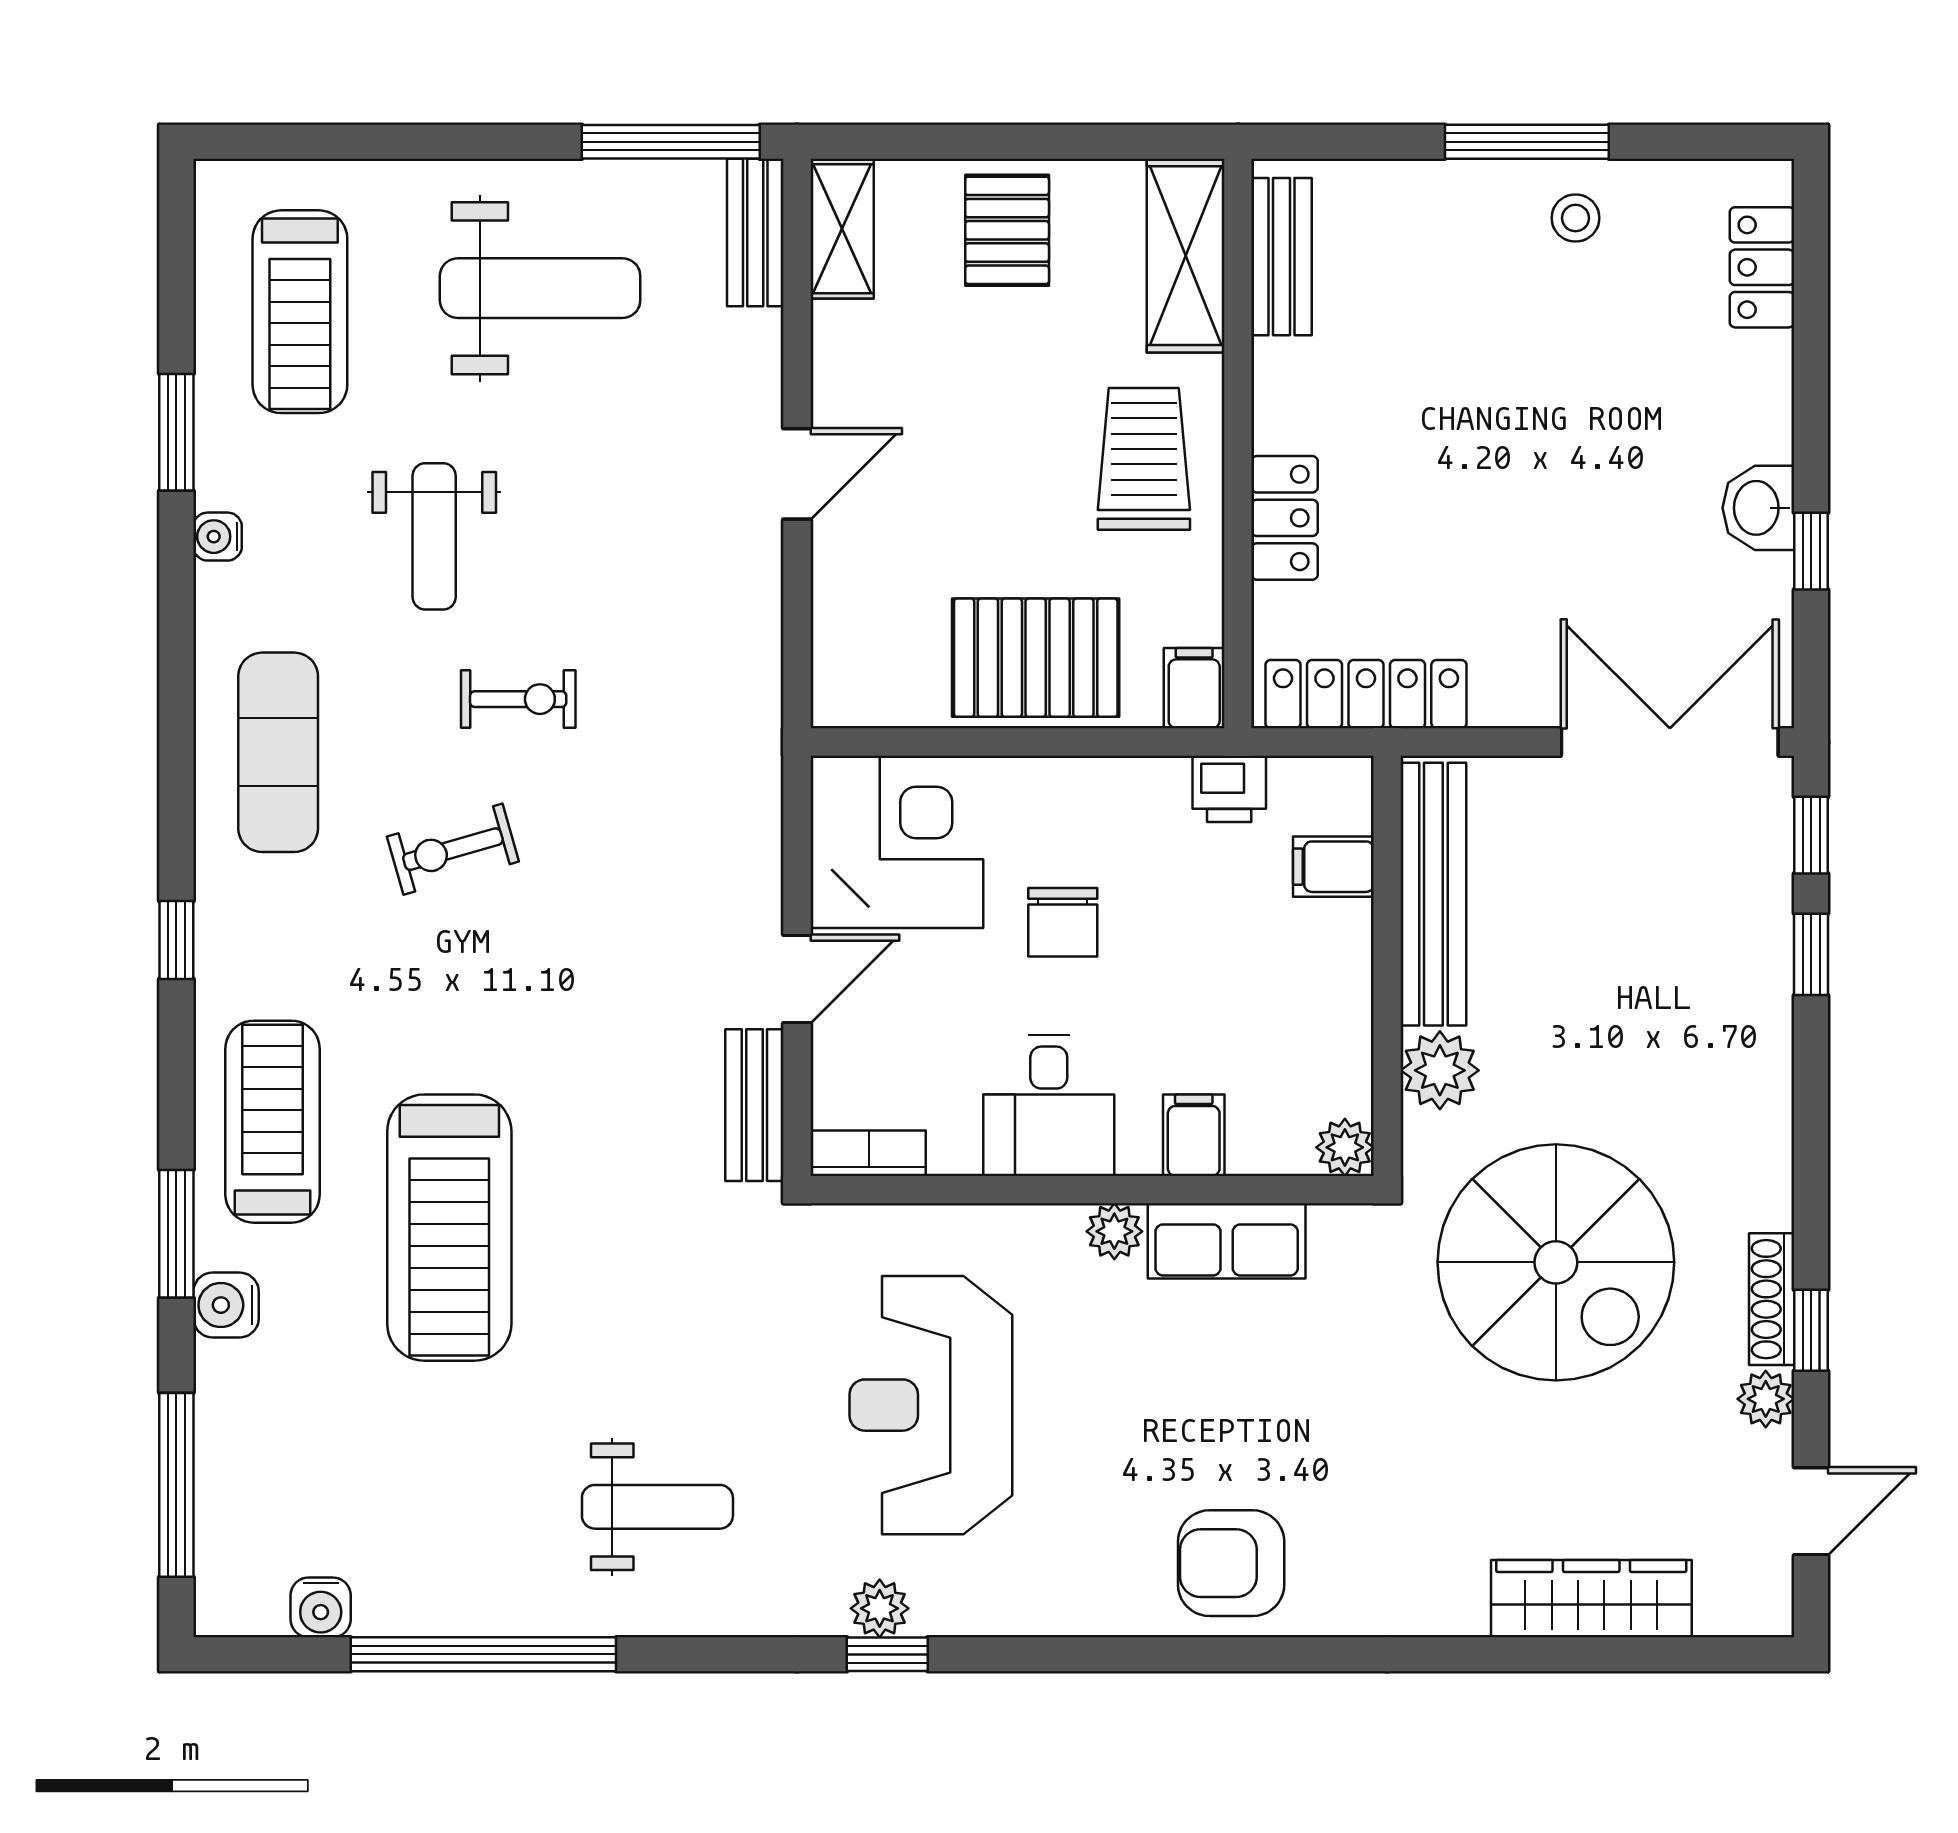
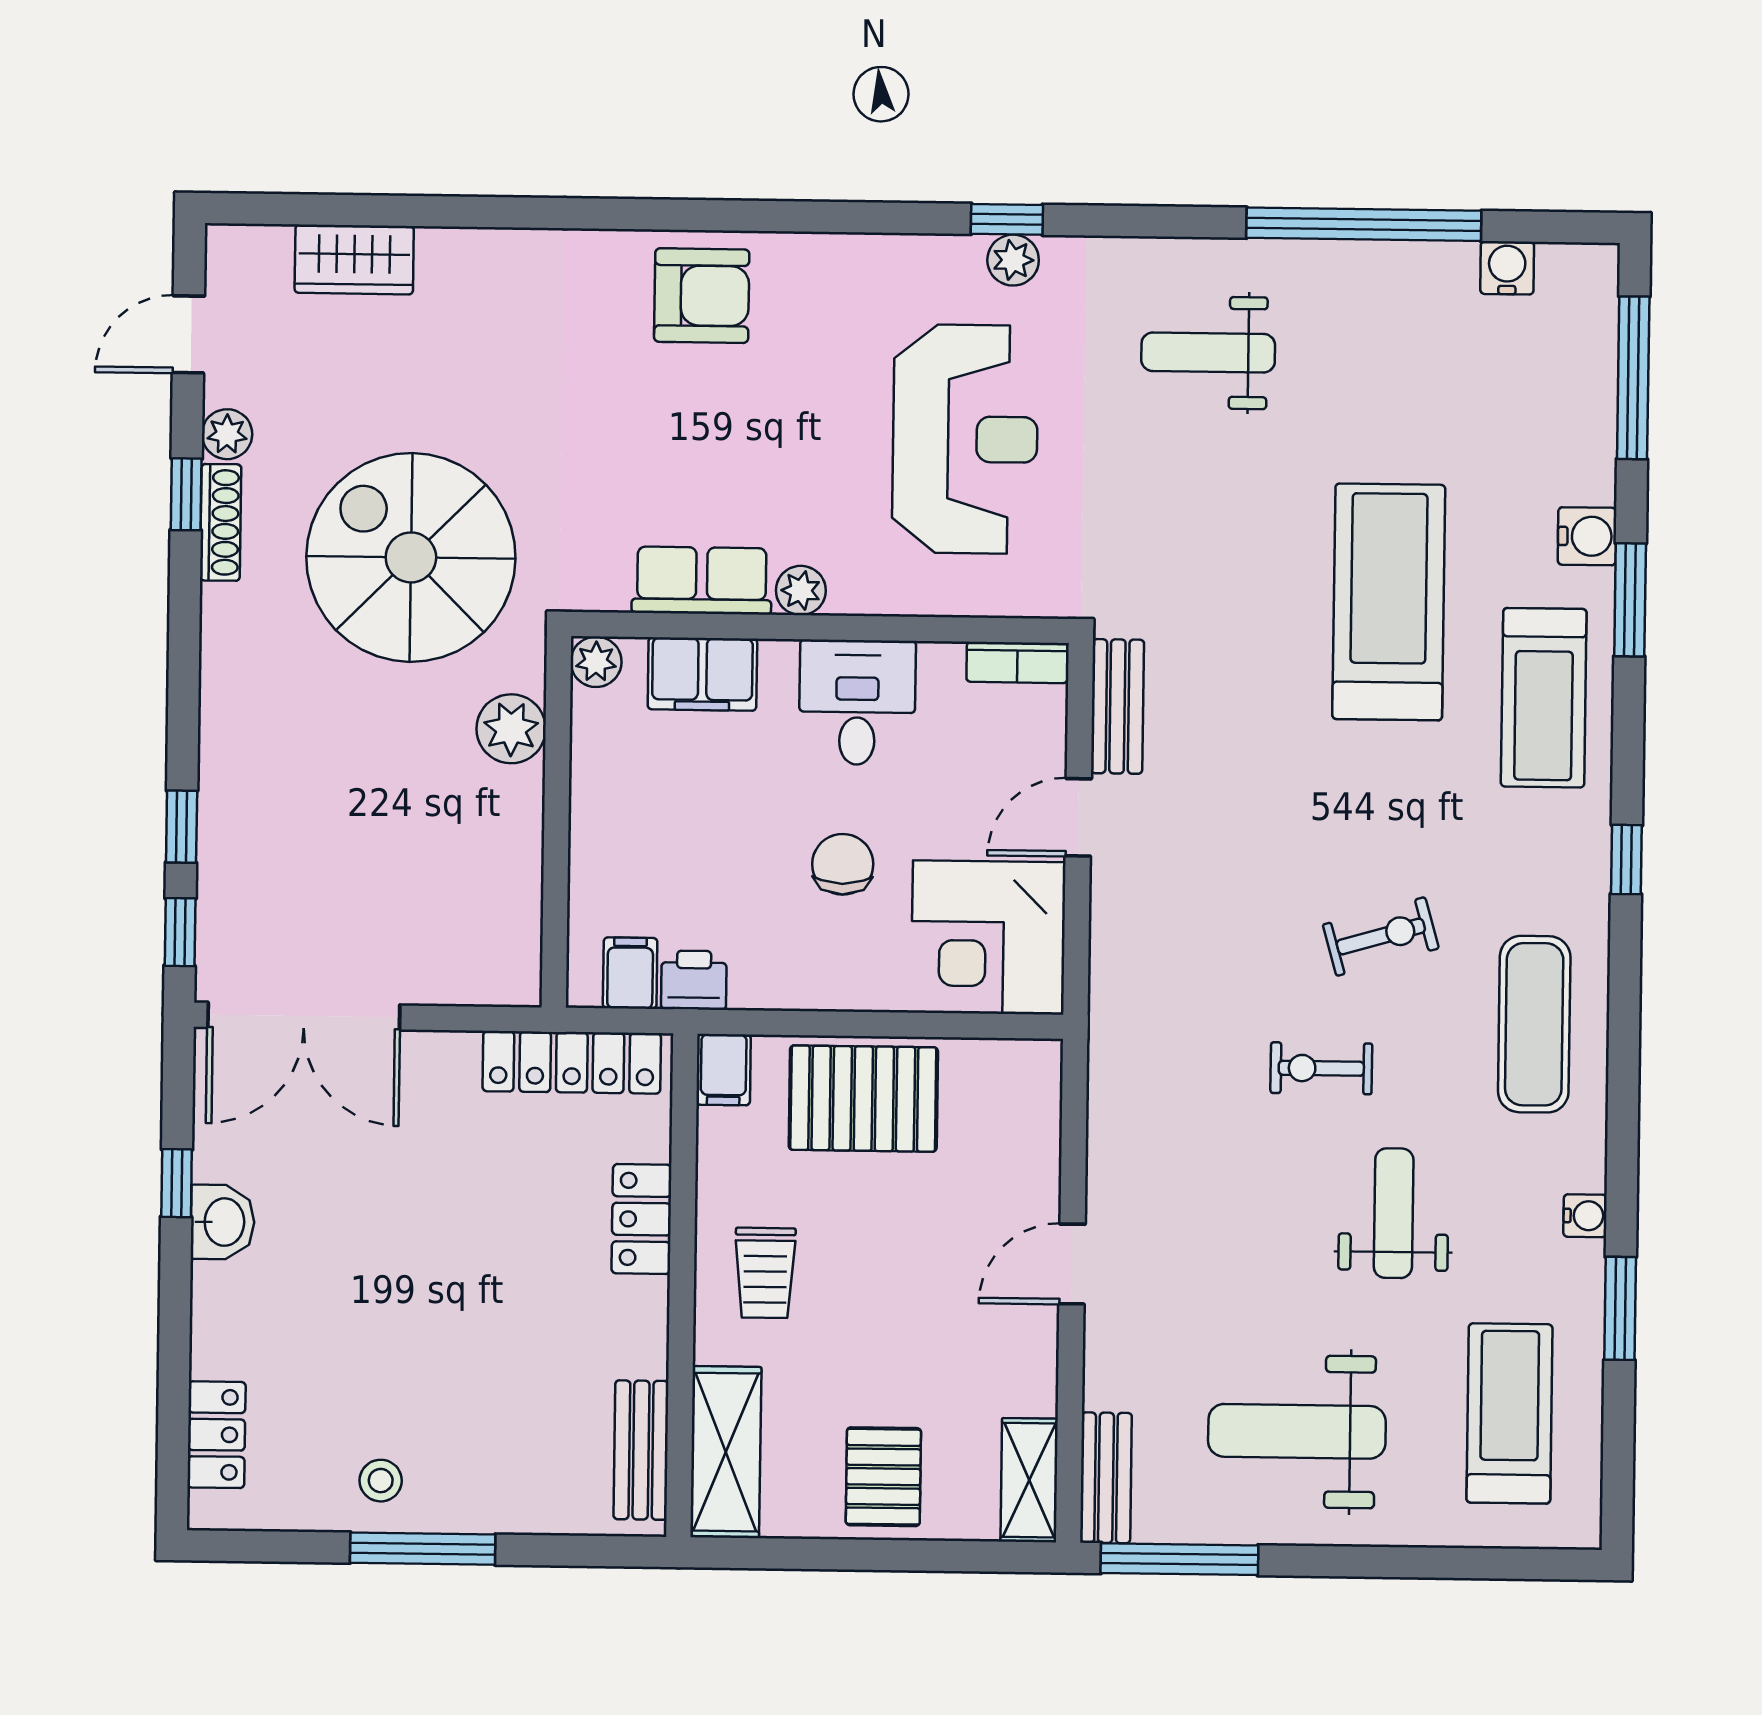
trolley: (1144, 459) -> (765, 1273), width x0.73, depth x0.72
filing cabinet: (1333, 867) -> (630, 973), moved, turned -90
bench: (1433, 894) -> (515, 885), removed
filing cabinet: (1194, 1135) -> (702, 674), width x2.00
wardrobe: (1591, 1599) -> (354, 259), width x0.67

